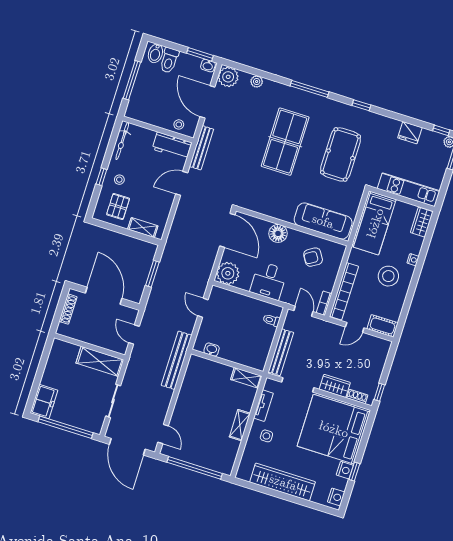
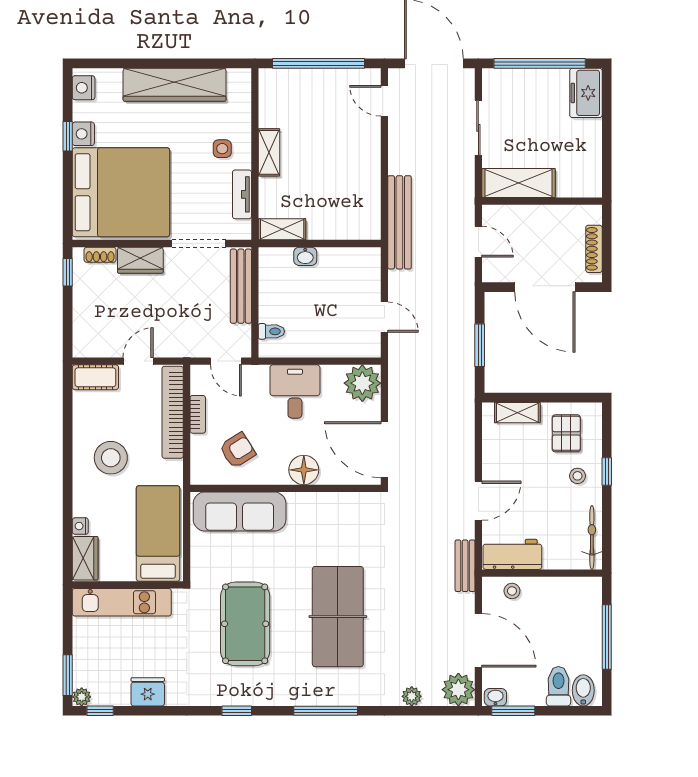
bench: (201, 148) -> (465, 566), width x0.73
nightstand: (413, 260) -> (80, 526), moved
bookcase: (324, 303) -> (198, 414), moved
washbasin: (212, 350) -> (305, 256), moved

